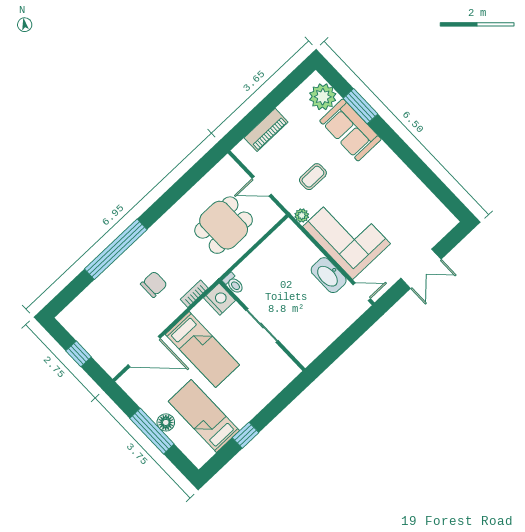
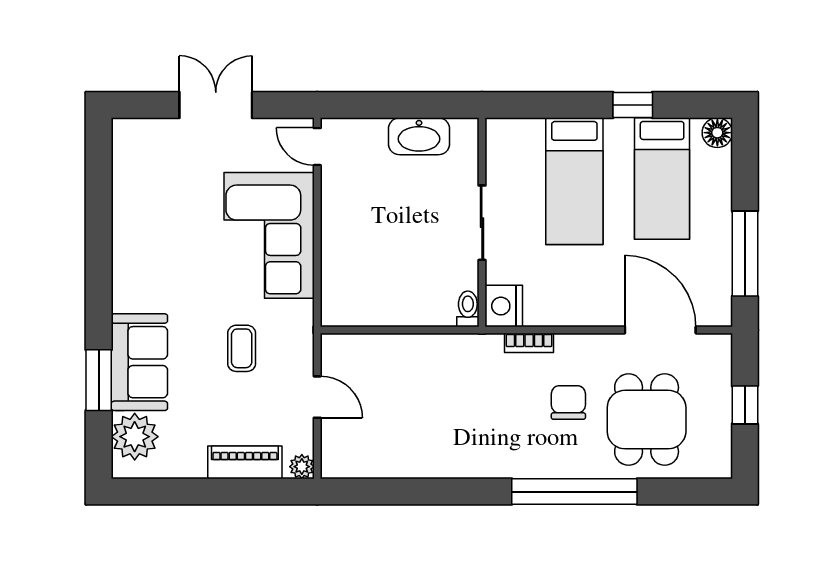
coffee table: (313, 177) -> (242, 348), turned 90
plant: (302, 215) -> (302, 467), moved
dining table: (224, 225) -> (647, 420), moved, turned 90
washbasin: (329, 275) -> (419, 136), moved, turned 90
chair: (154, 284) -> (568, 402), turned 90
bed: (202, 350) -> (574, 181), moved, turned 180
floor lamp: (166, 422) -> (717, 133), moved
window: (152, 431) -> (745, 254), moved

